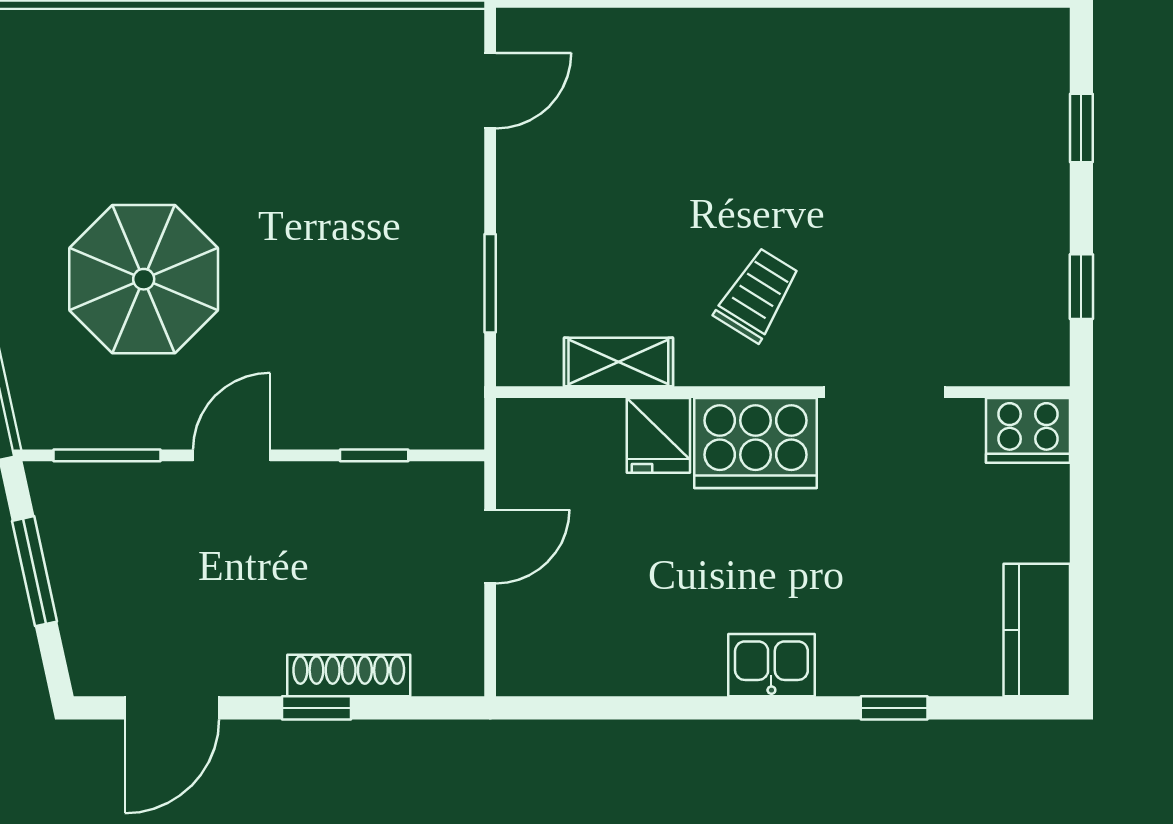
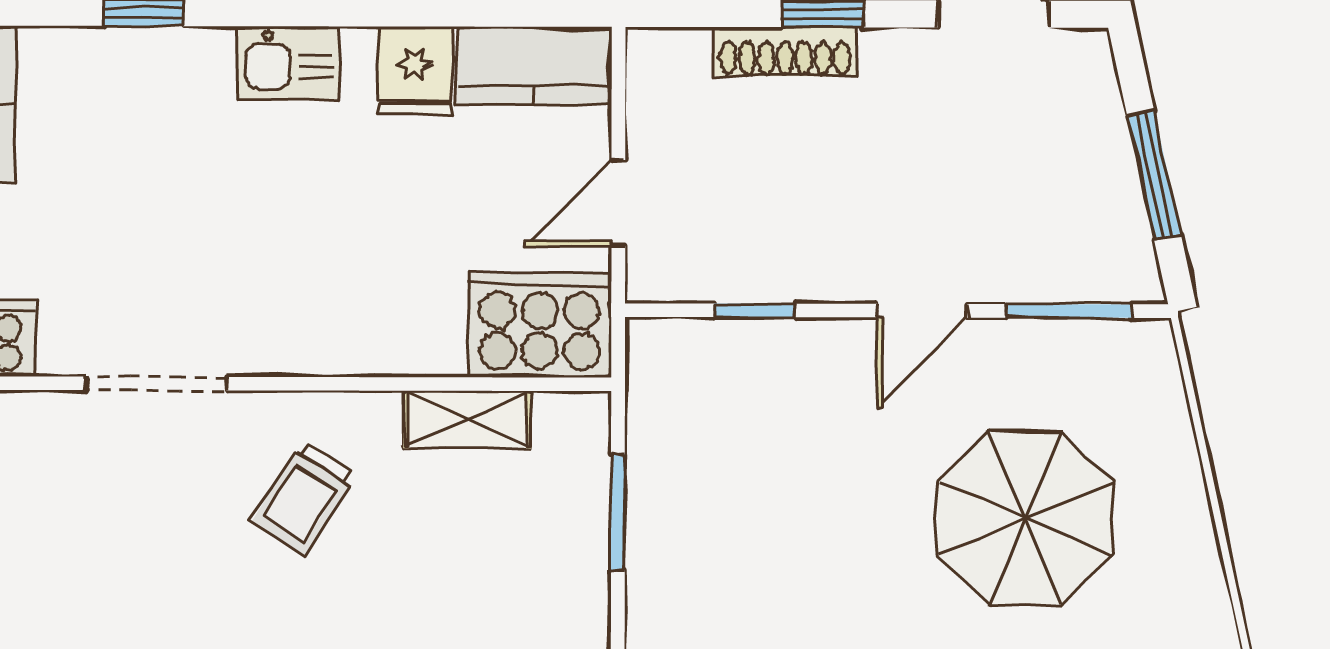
fridge: (658, 435) -> (415, 71), moved, turned 180
cooker: (755, 443) -> (540, 325), moved
kitchen counter: (562, 663) -> (534, 65), added

